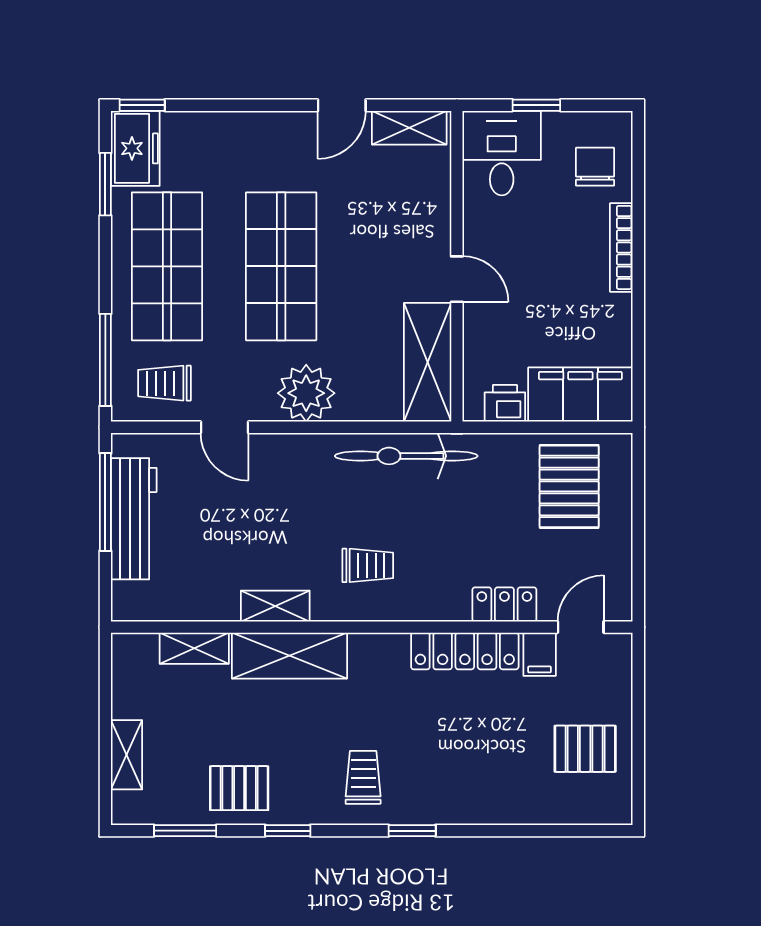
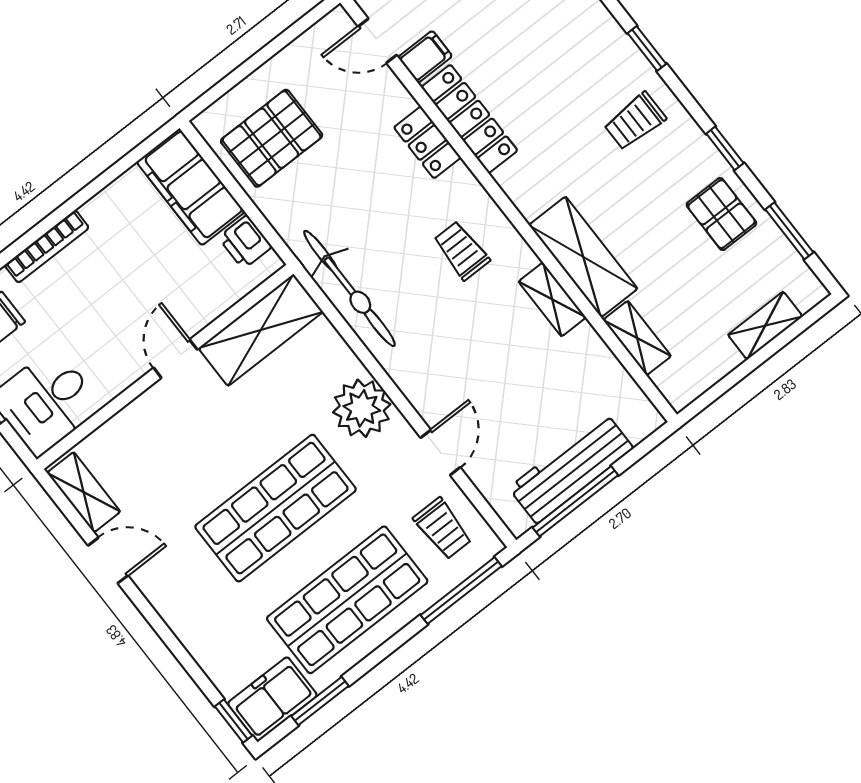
locker: (504, 604) -> (427, 142), moved

